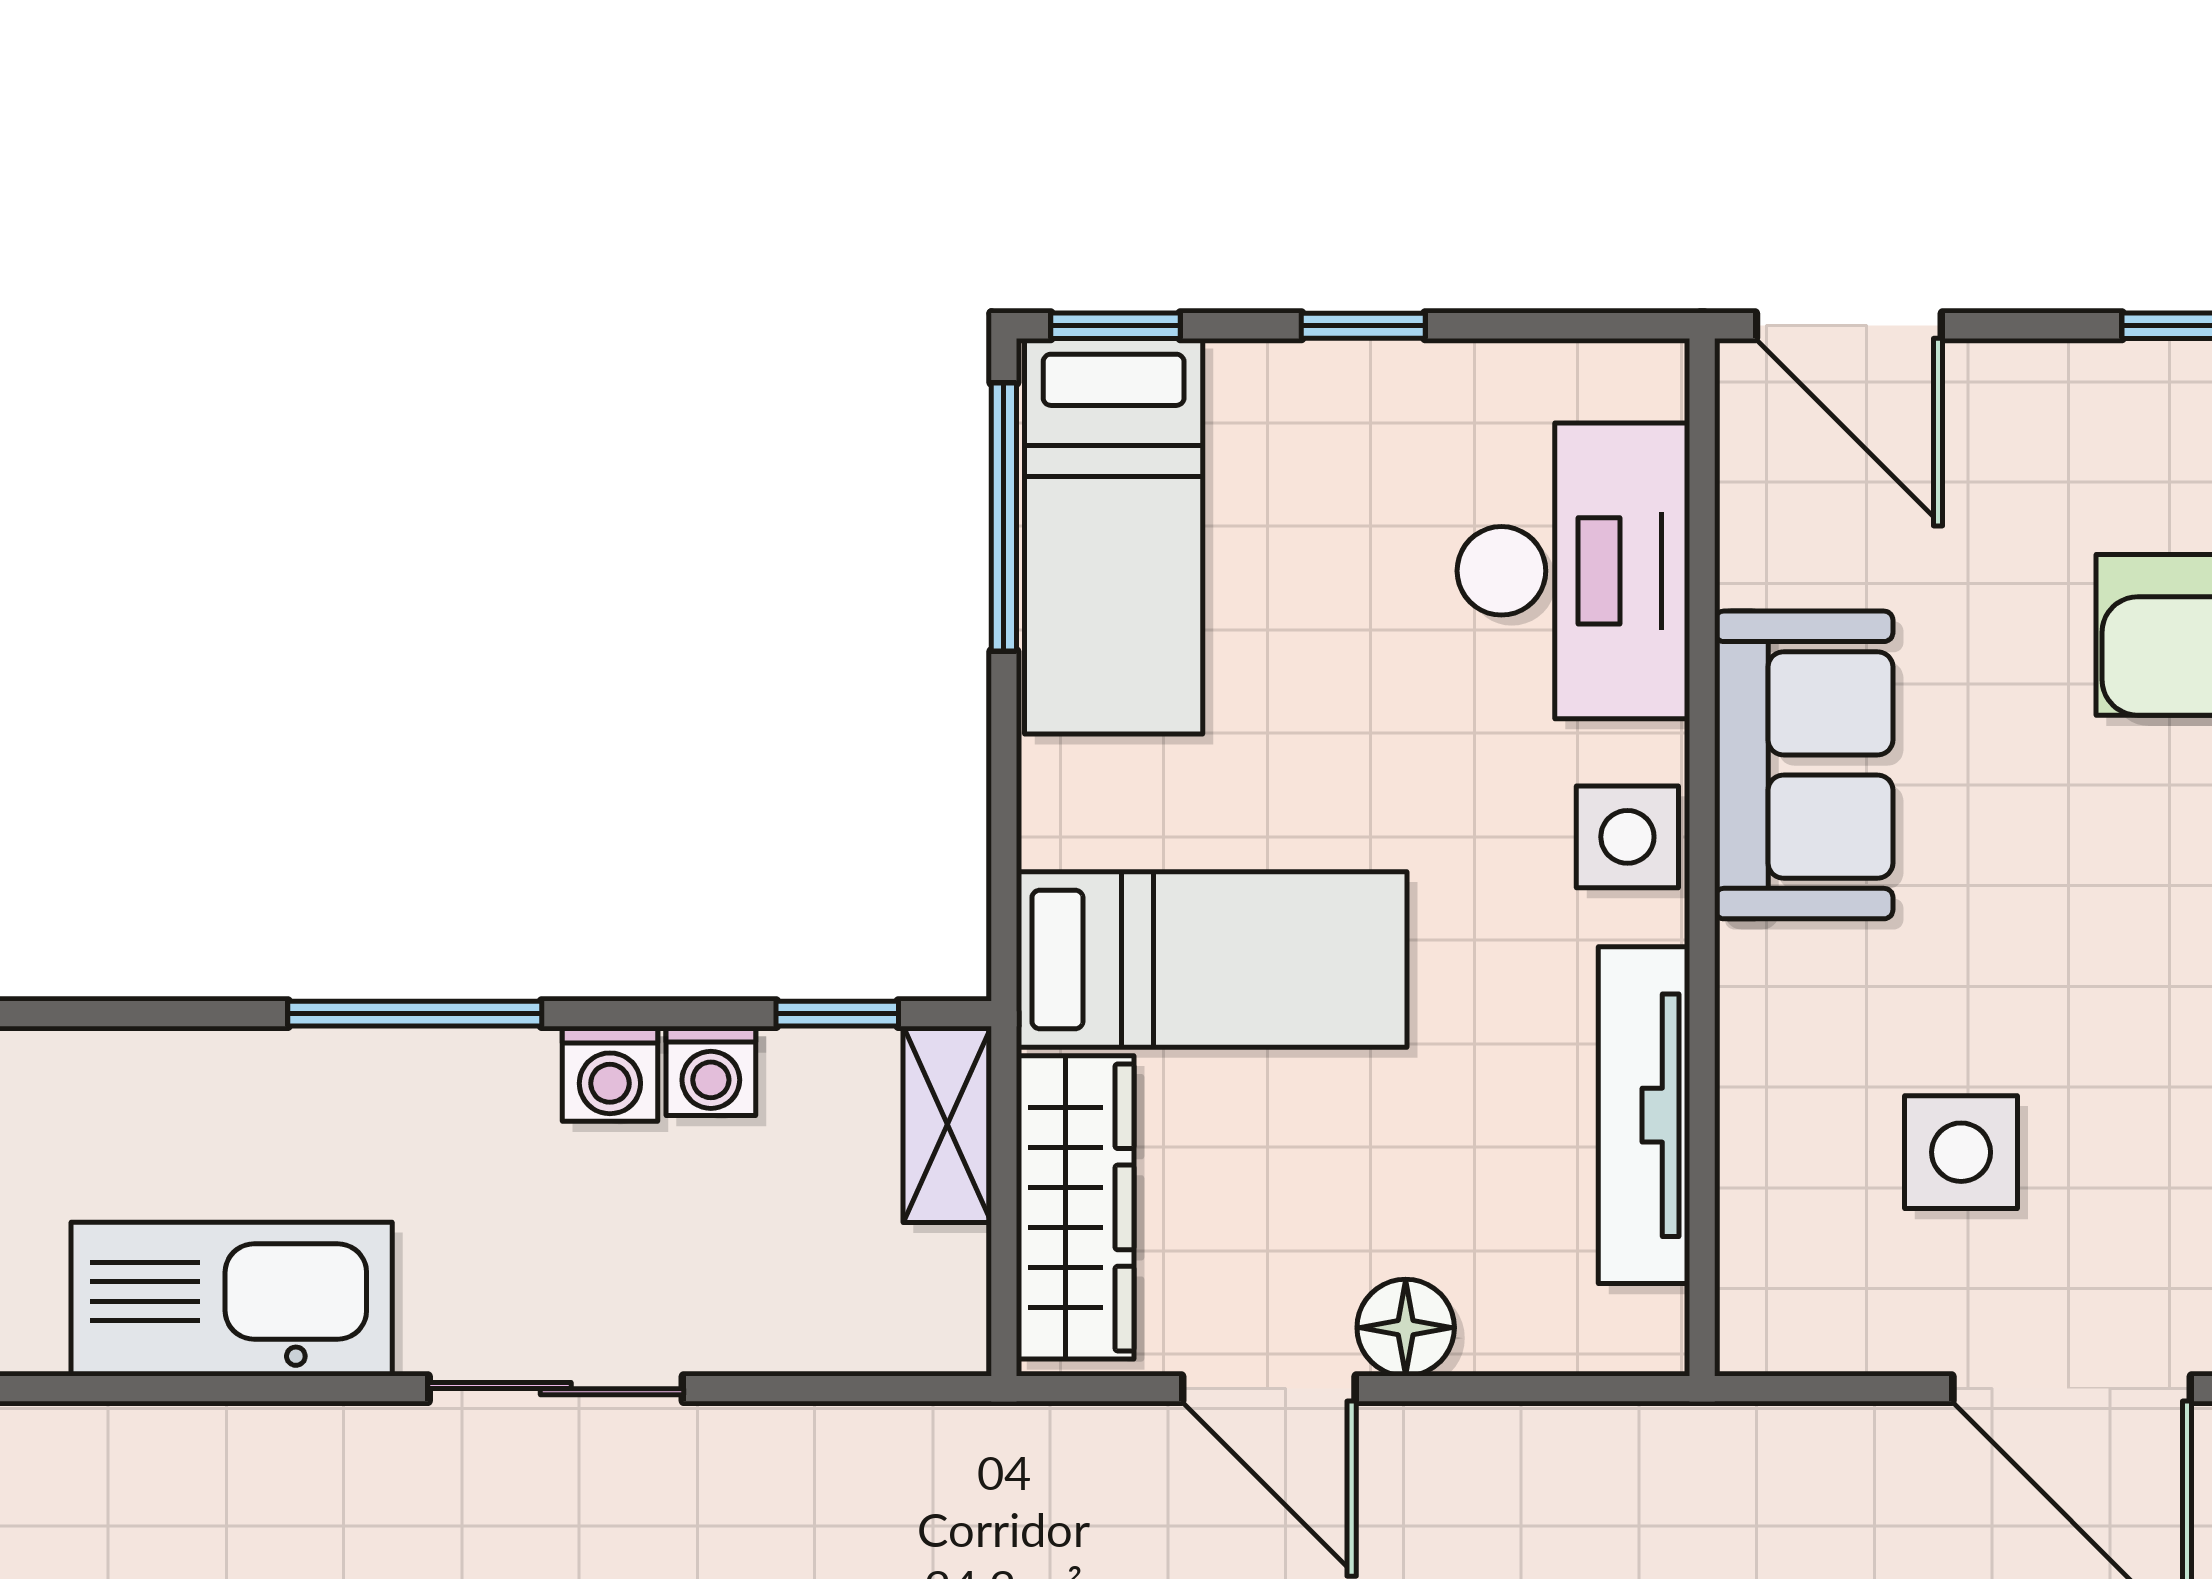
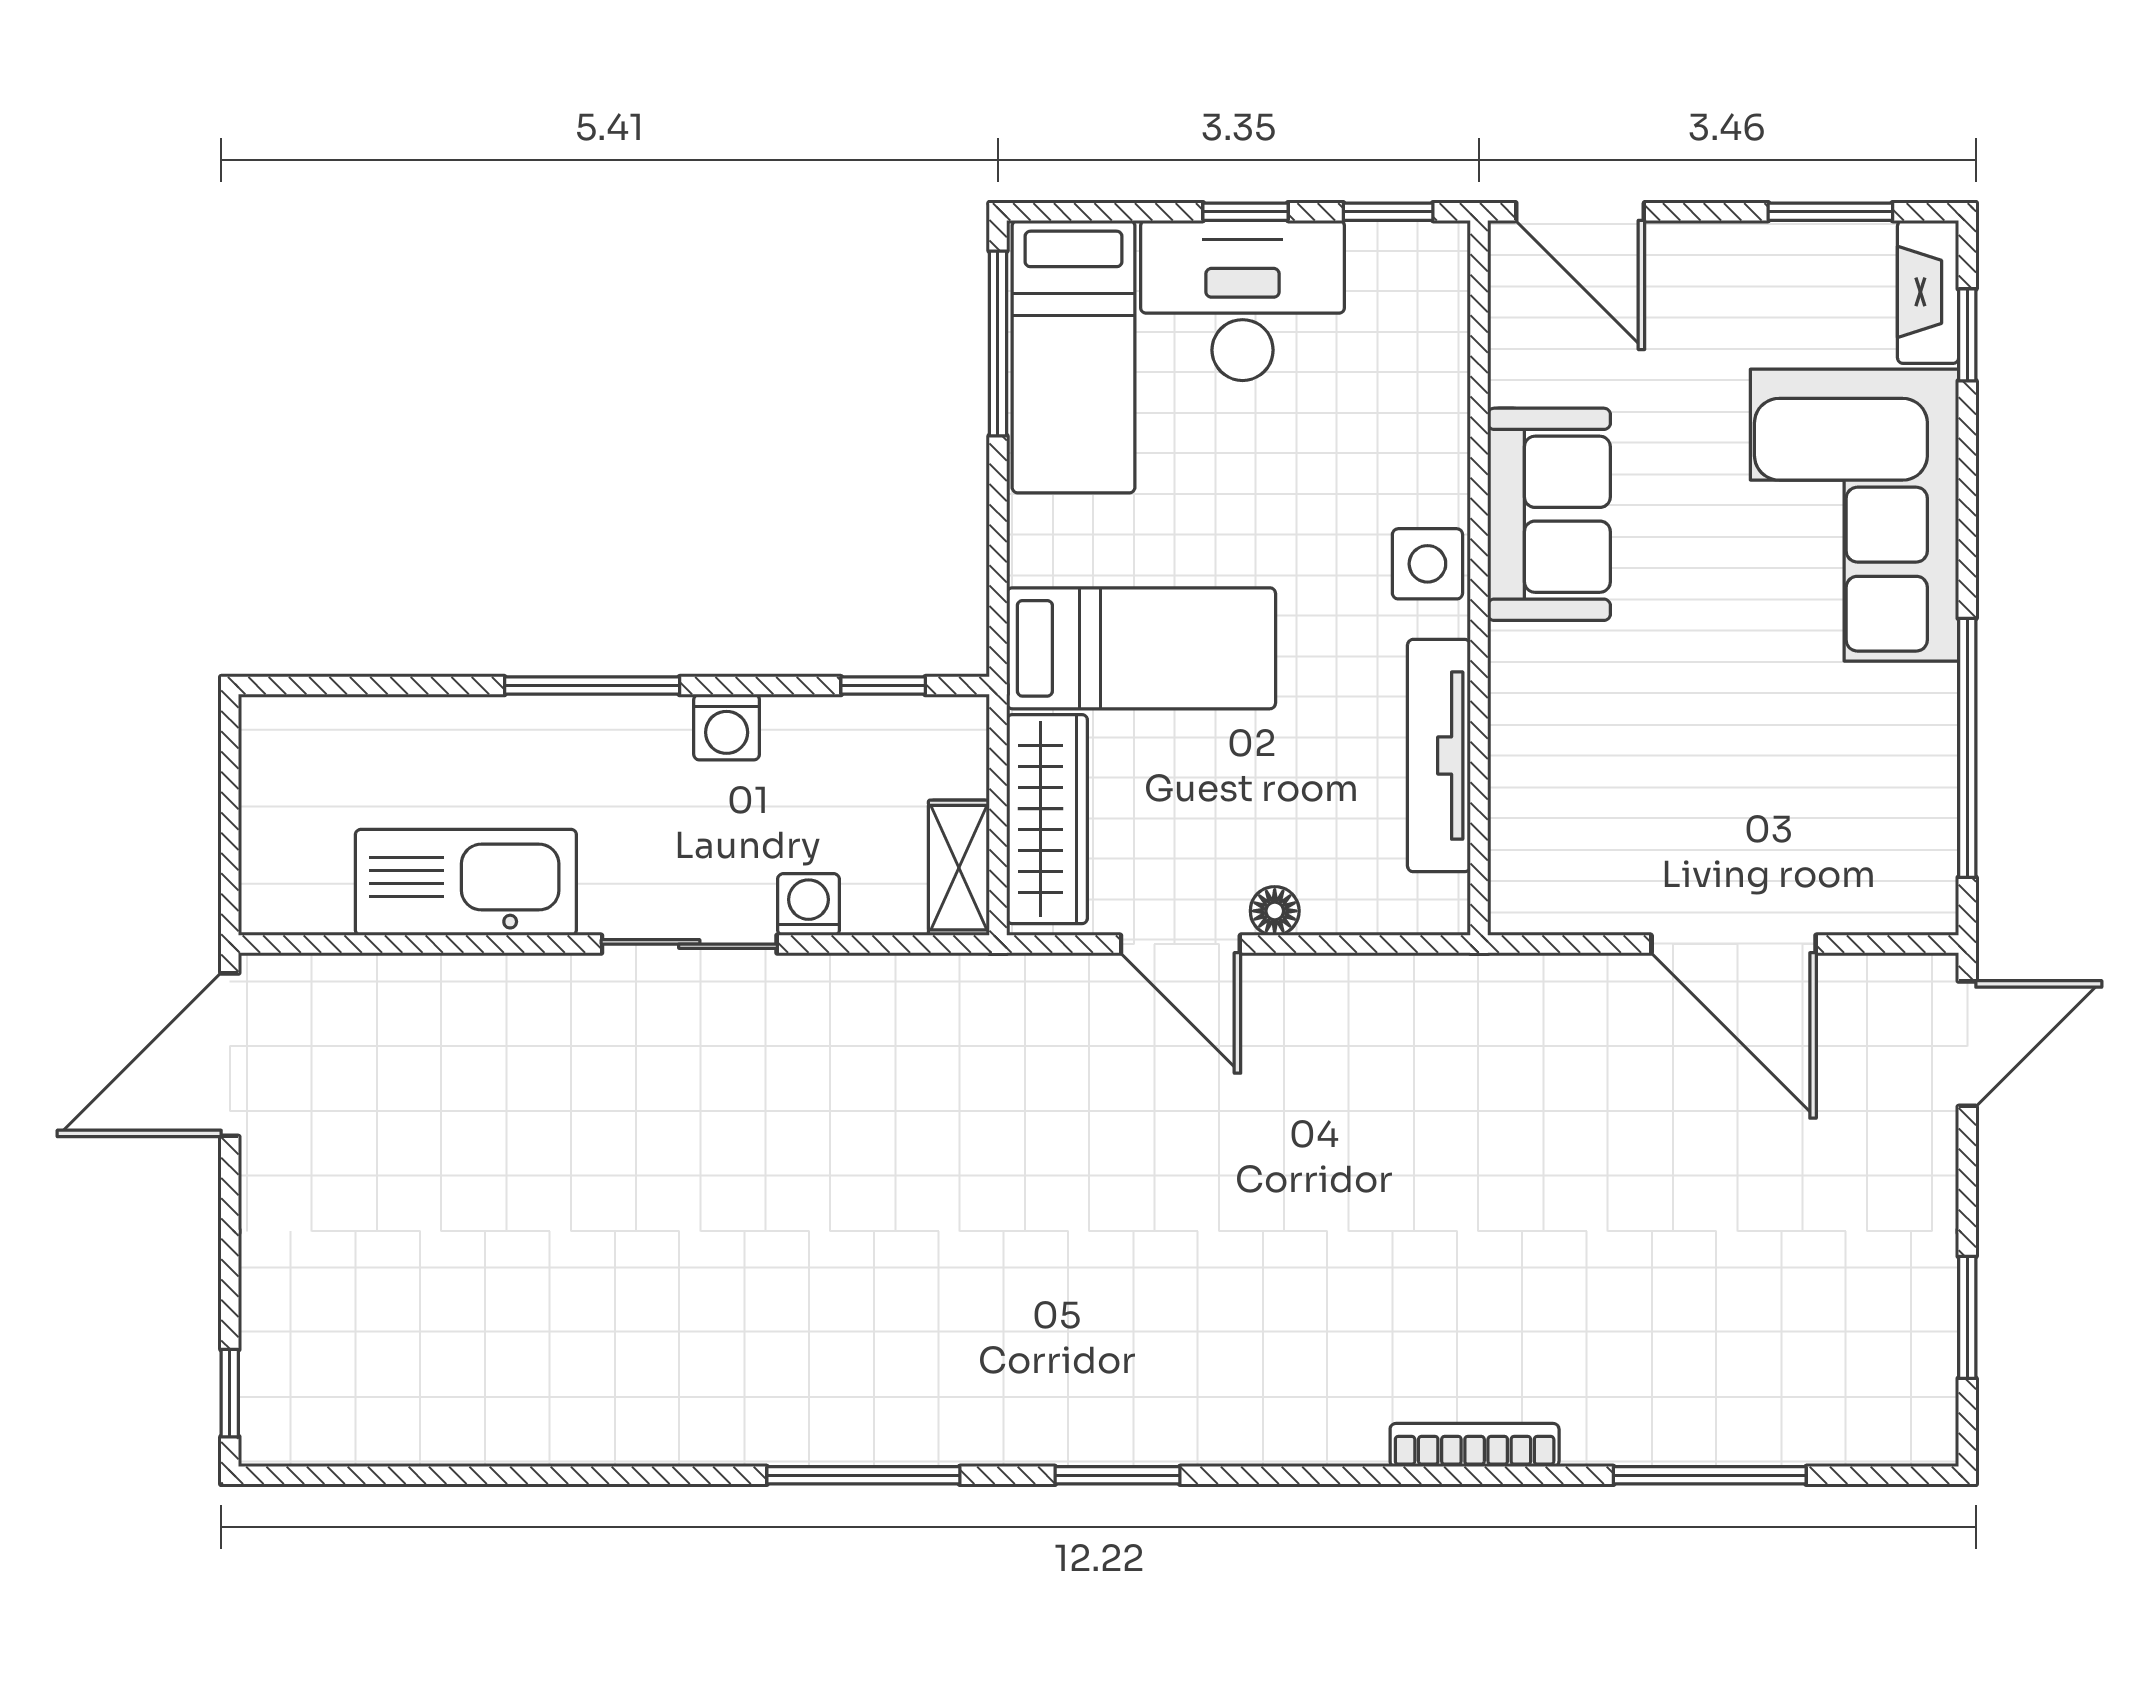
window: (1116, 326) -> (1388, 212), moved
desk: (1573, 571) -> (1243, 300), moved, turned -90
washing machine: (711, 1071) -> (808, 905), moved, turned 180
shelving: (947, 1124) -> (959, 868), moved
side table: (1961, 1152) -> (1657, 781), removed
floor lamp: (1406, 1328) -> (1275, 911), width x0.73, depth x0.73

